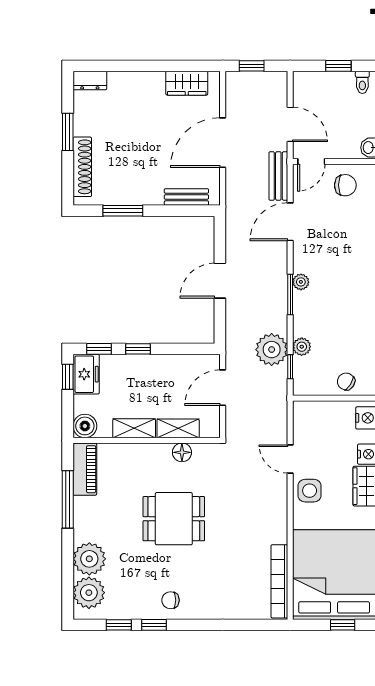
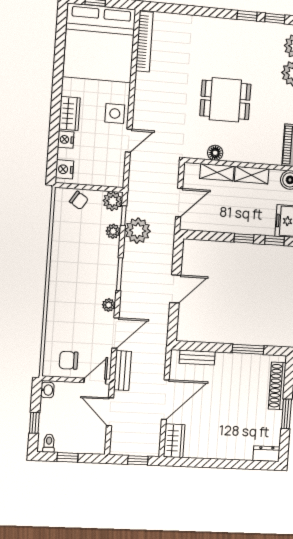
wardrobe: (187, 83) -> (174, 441), moved, turned 90
plant: (301, 282) -> (109, 305), moved
plant: (305, 384) -> (113, 201), added
door: (290, 459) -> (129, 141), hinge flipped
chair: (170, 600) -> (233, 34), removed

